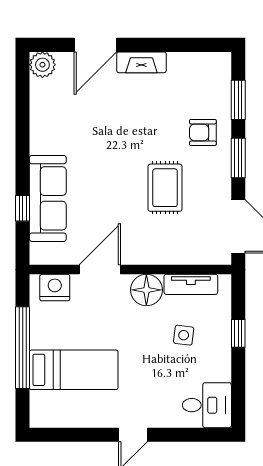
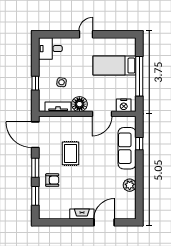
plant: (42, 65) -> (130, 185), moved

